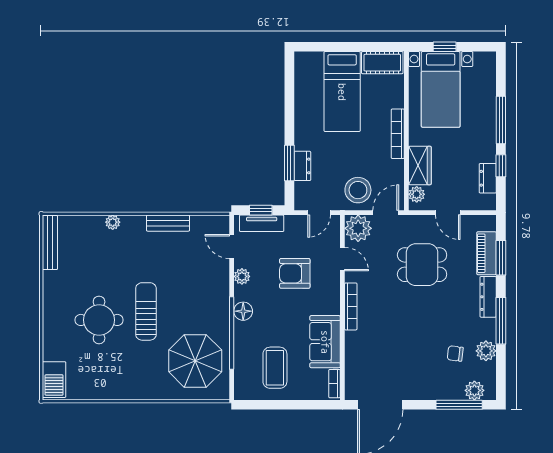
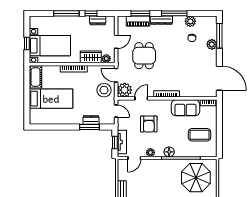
plant: (474, 390) -> (212, 44), moved

